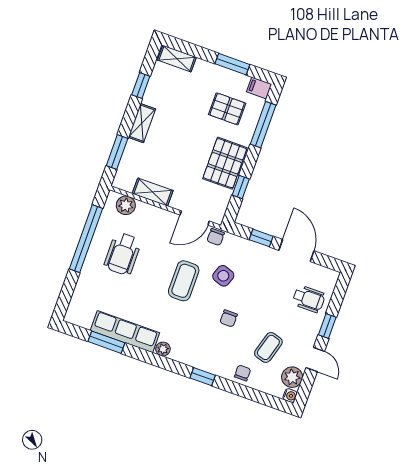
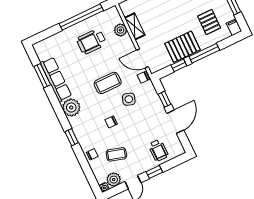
window: (263, 125) -> (204, 53), moved
plant: (126, 205) -> (120, 30), moved
plant: (163, 349) -> (71, 108), width x1.87, depth x1.87

